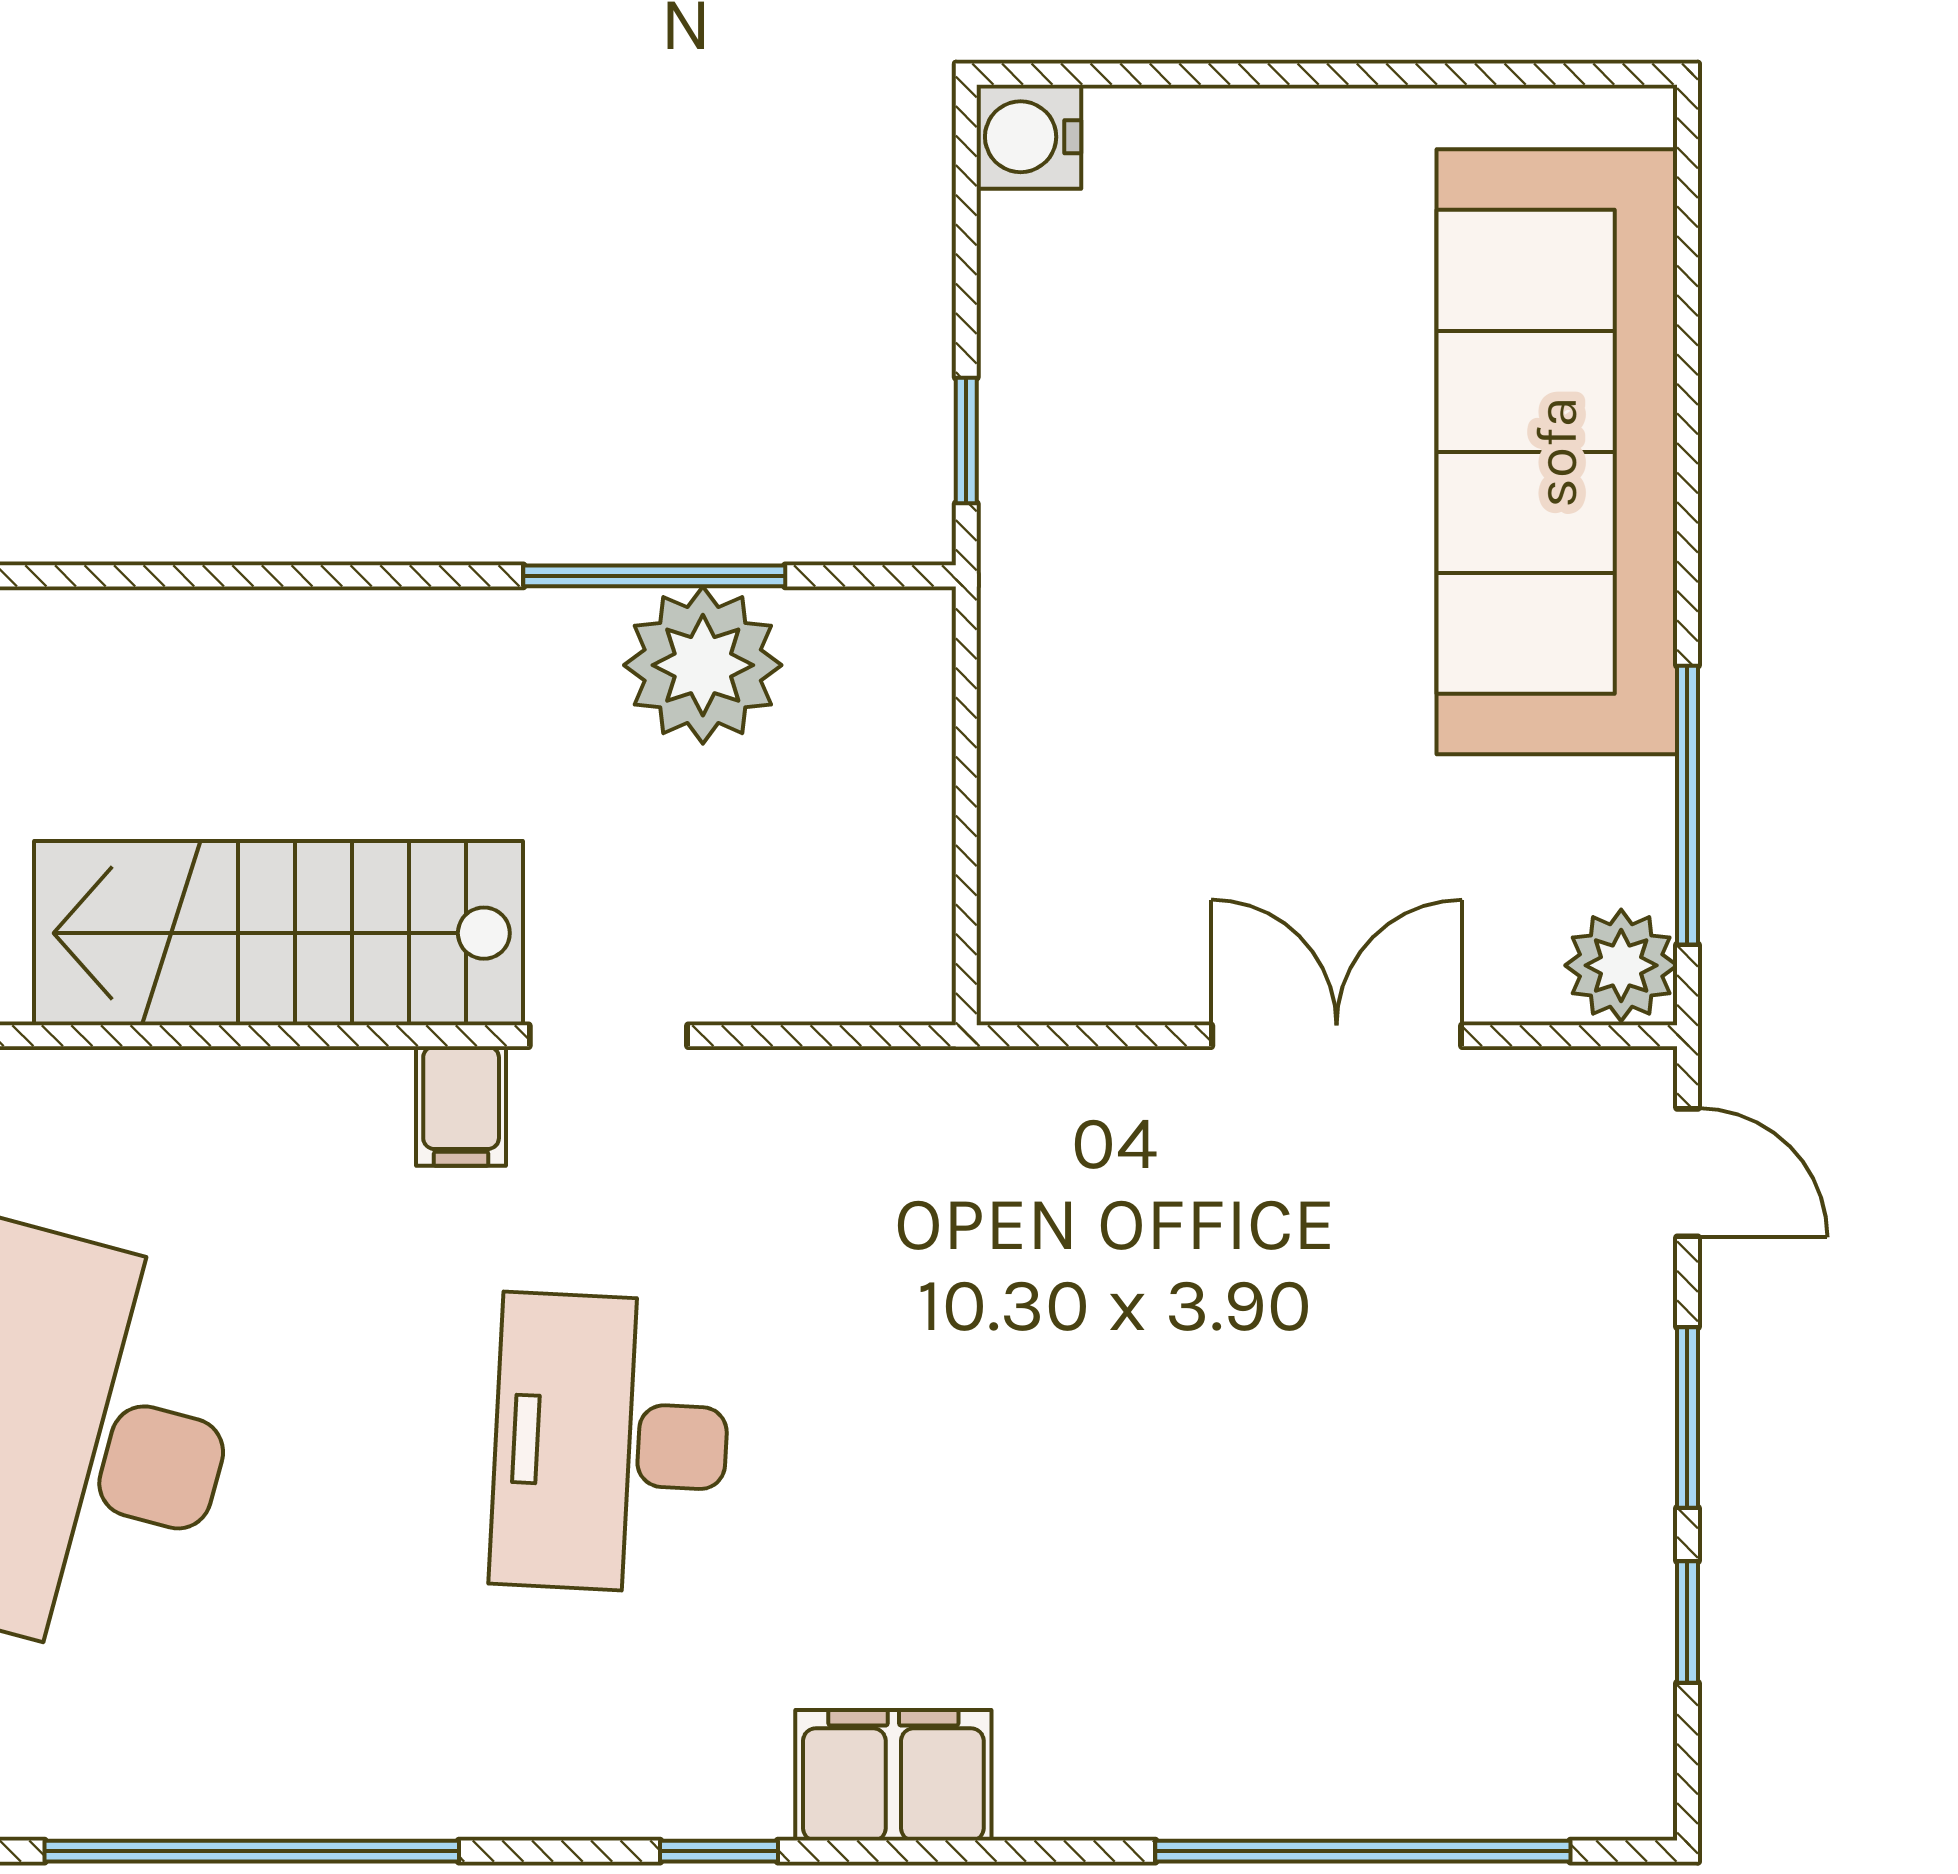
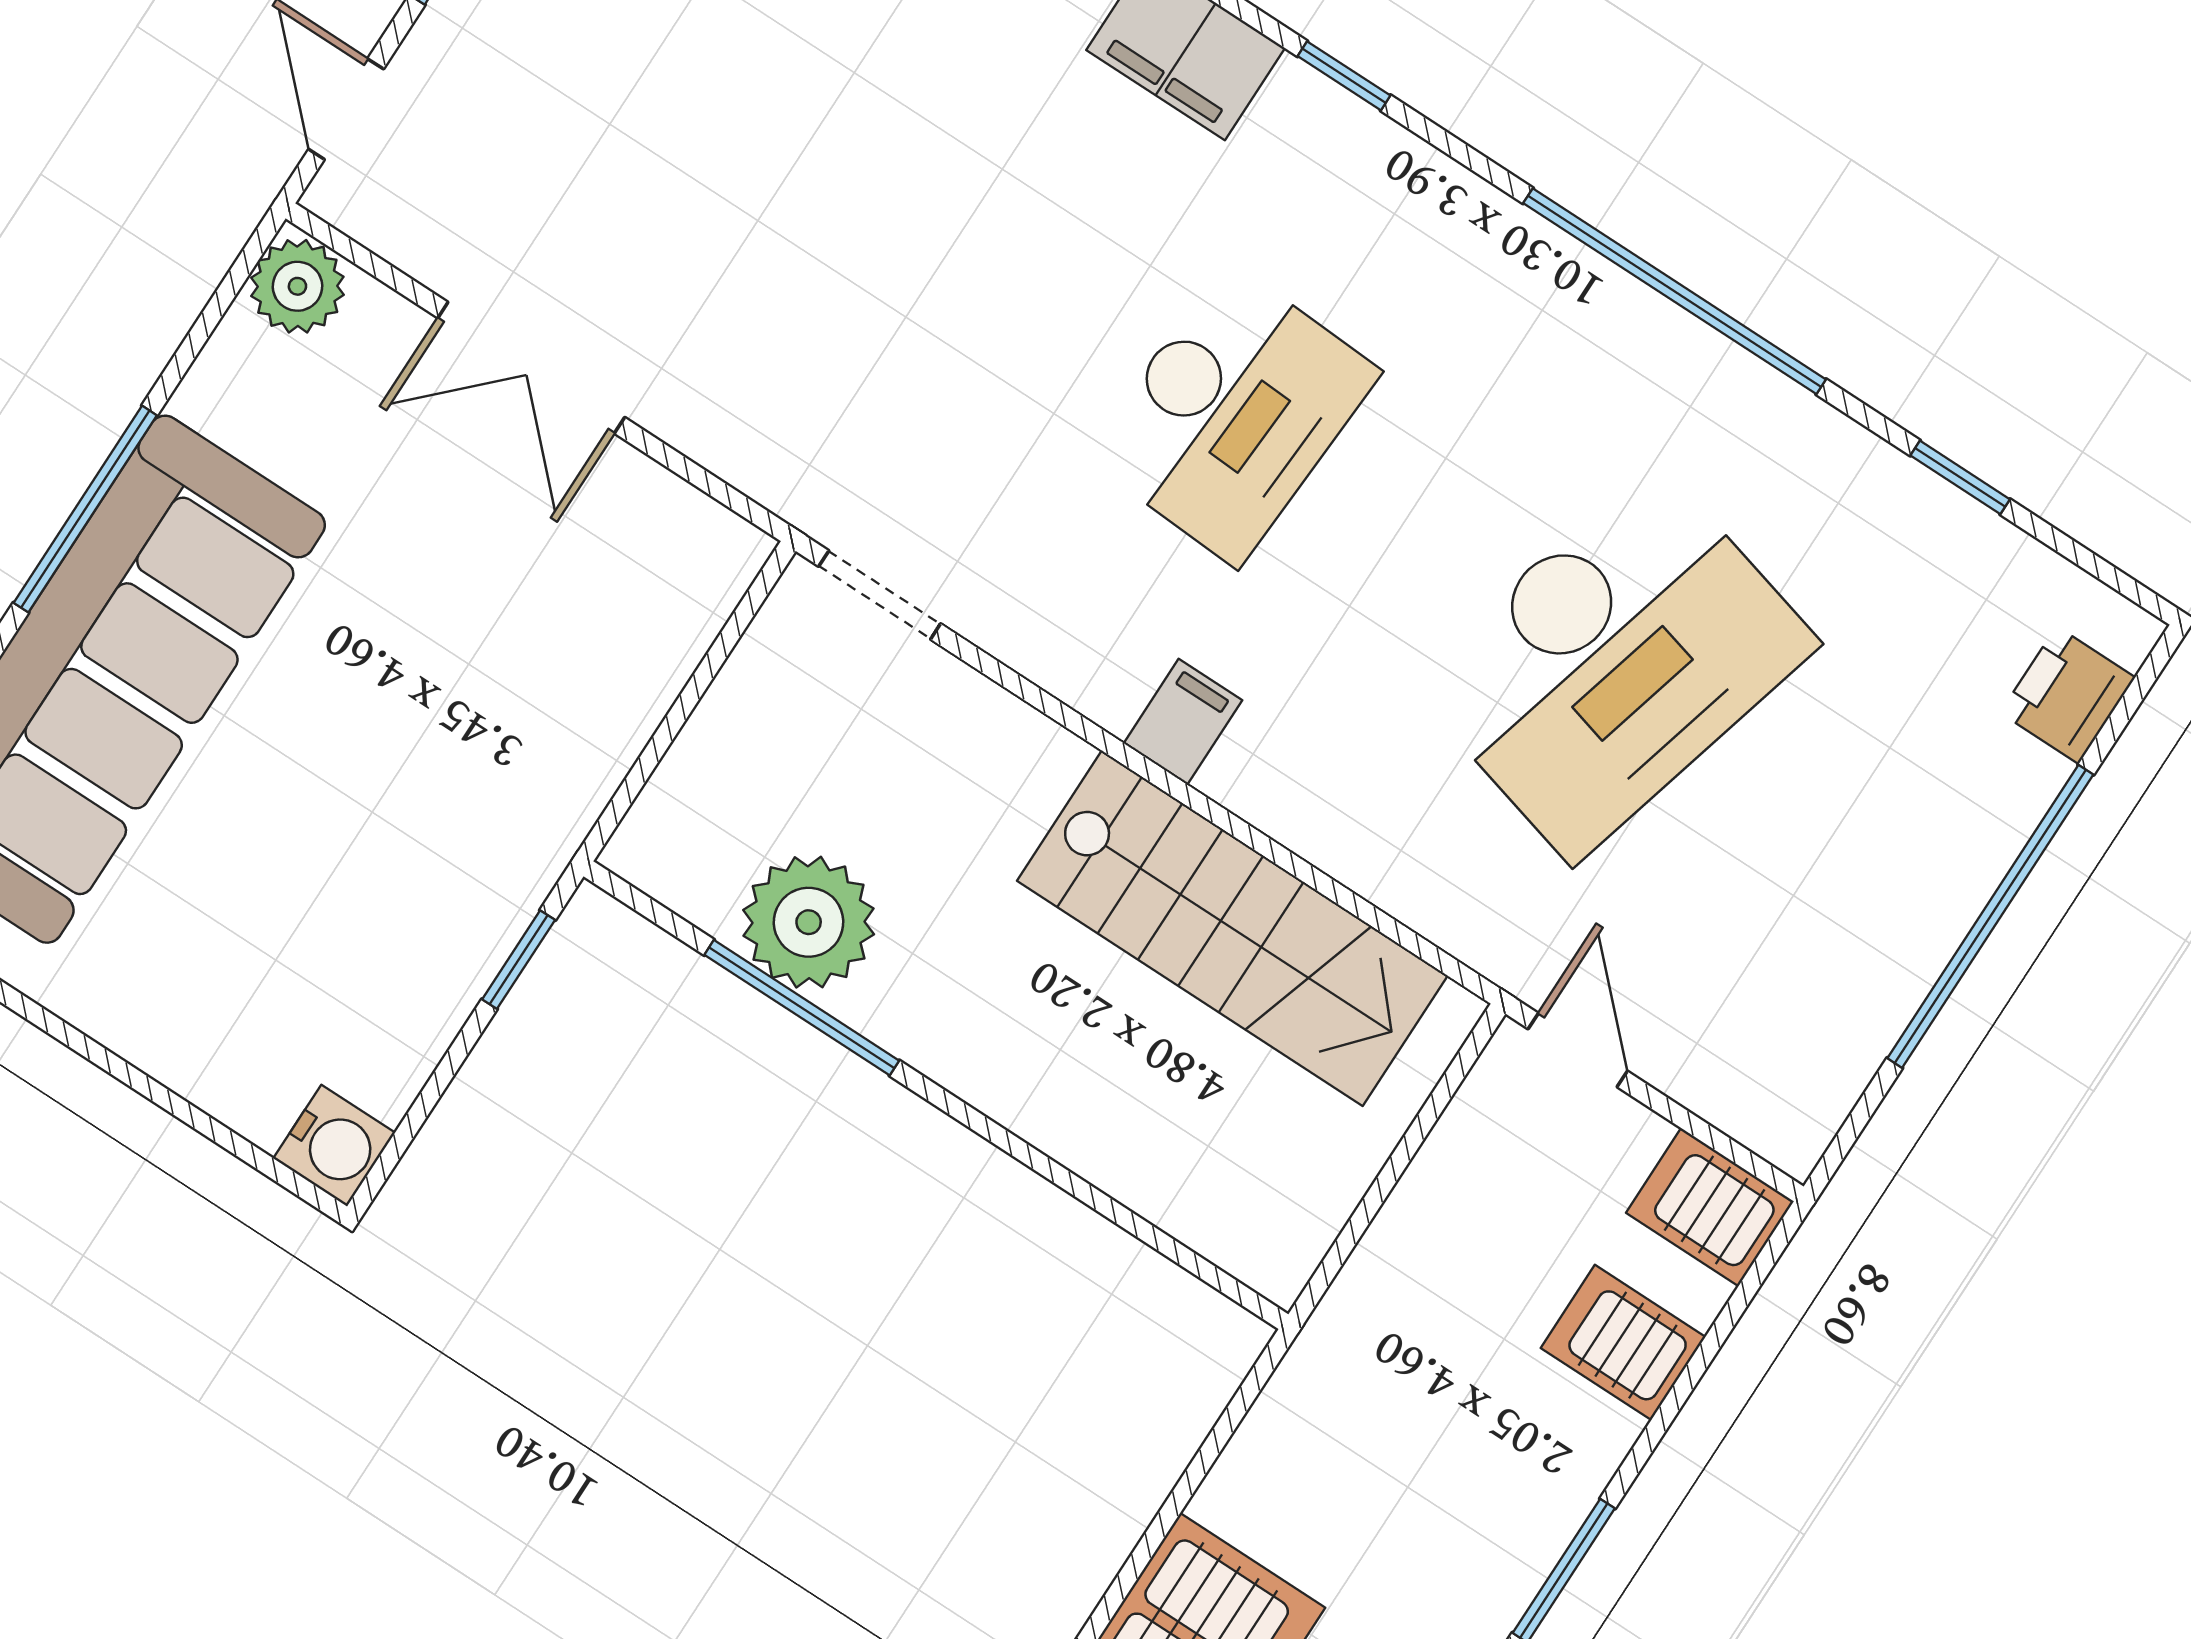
window: (1687, 805) -> (85, 509), moved
doorway: (608, 1036) -> (880, 595), moved

